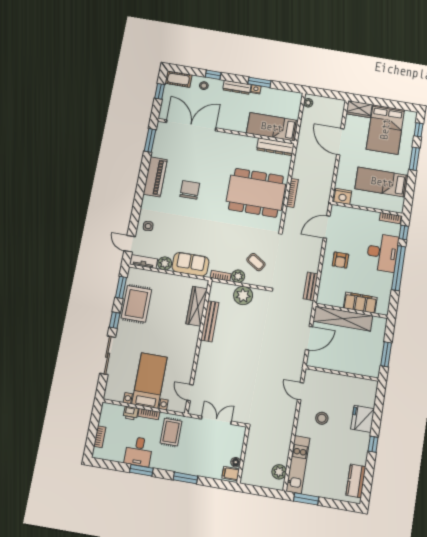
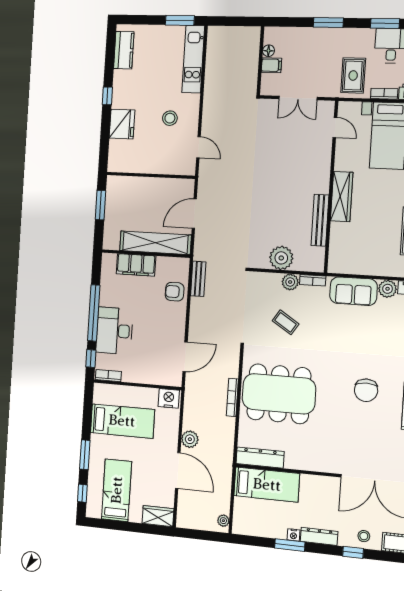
bed: (385, 129) -> (117, 490), width x0.67
armchair: (340, 260) -> (175, 292), moved, turned -90
coffee table: (256, 262) -> (286, 322), moved
wardrobe: (197, 306) -> (342, 197), moved
plant: (279, 472) -> (190, 439), moved
filing cabinet: (231, 474) -> (271, 65), moved

